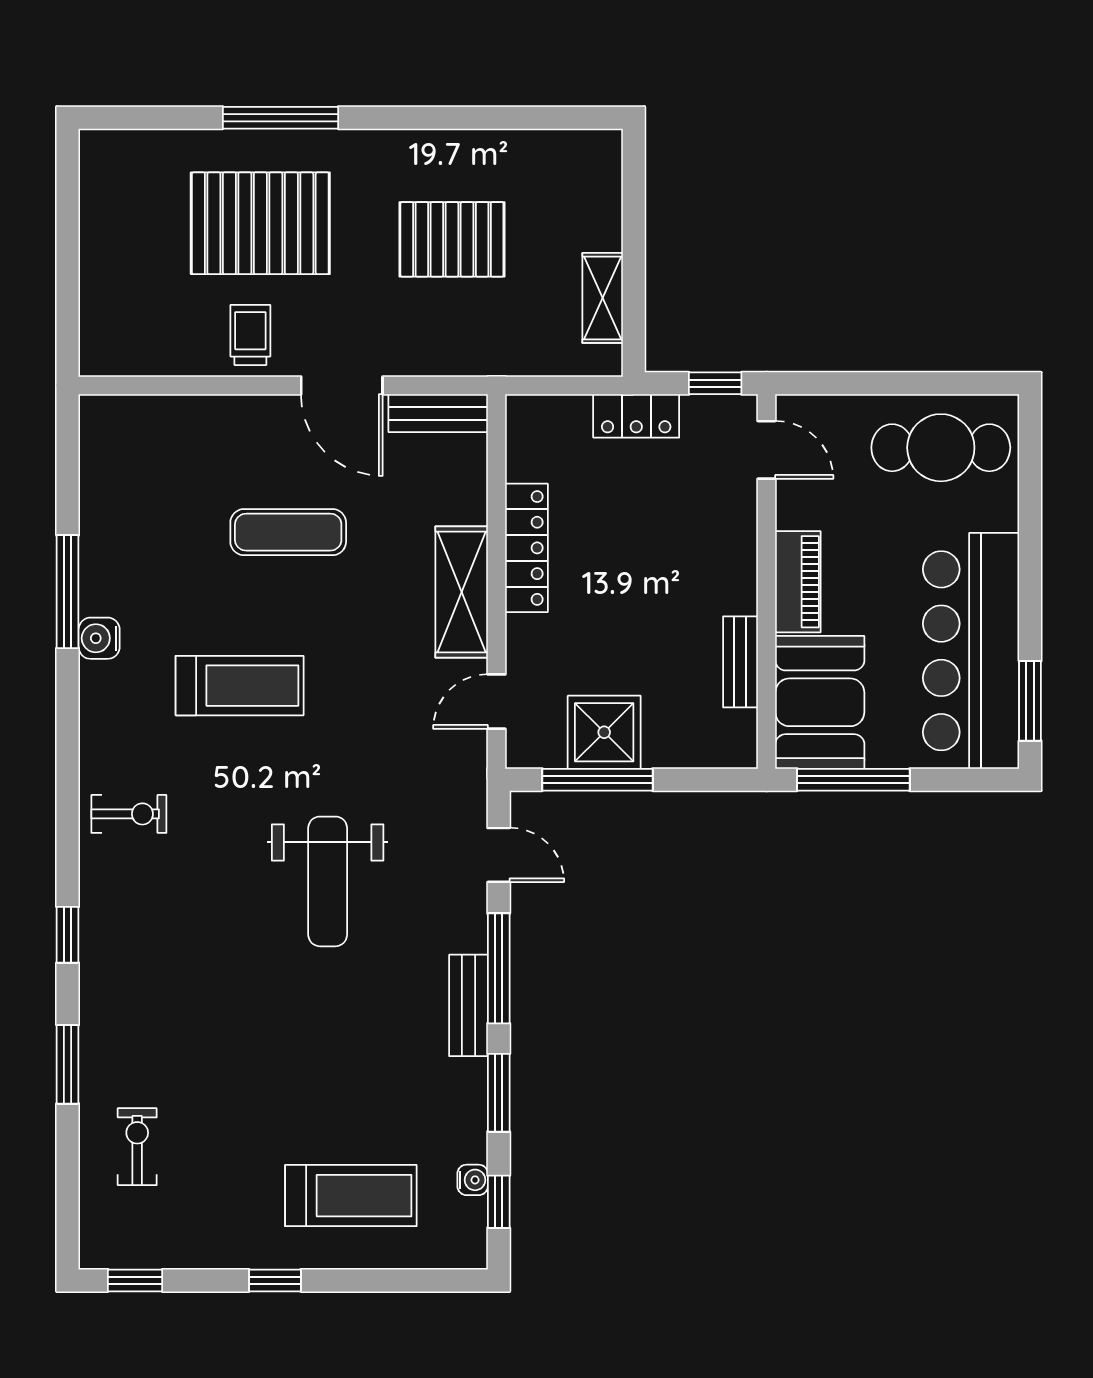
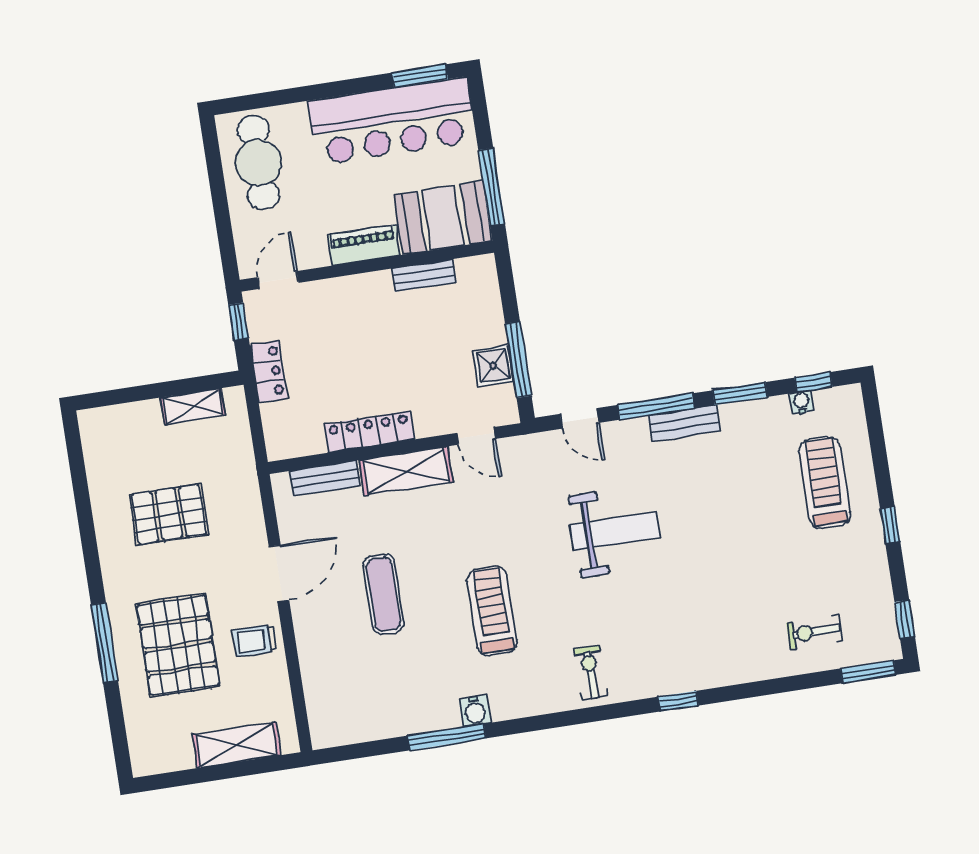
pallet: (452, 239) -> (169, 514), turned 90
shelving: (103, 286) -> (236, 745), added
bench: (438, 413) -> (325, 478), moved, turned 90
shower: (604, 732) -> (493, 366), width x0.73, depth x0.73
door: (499, 855) -> (579, 418), swing flipped
window: (68, 1064) -> (868, 672), moved

